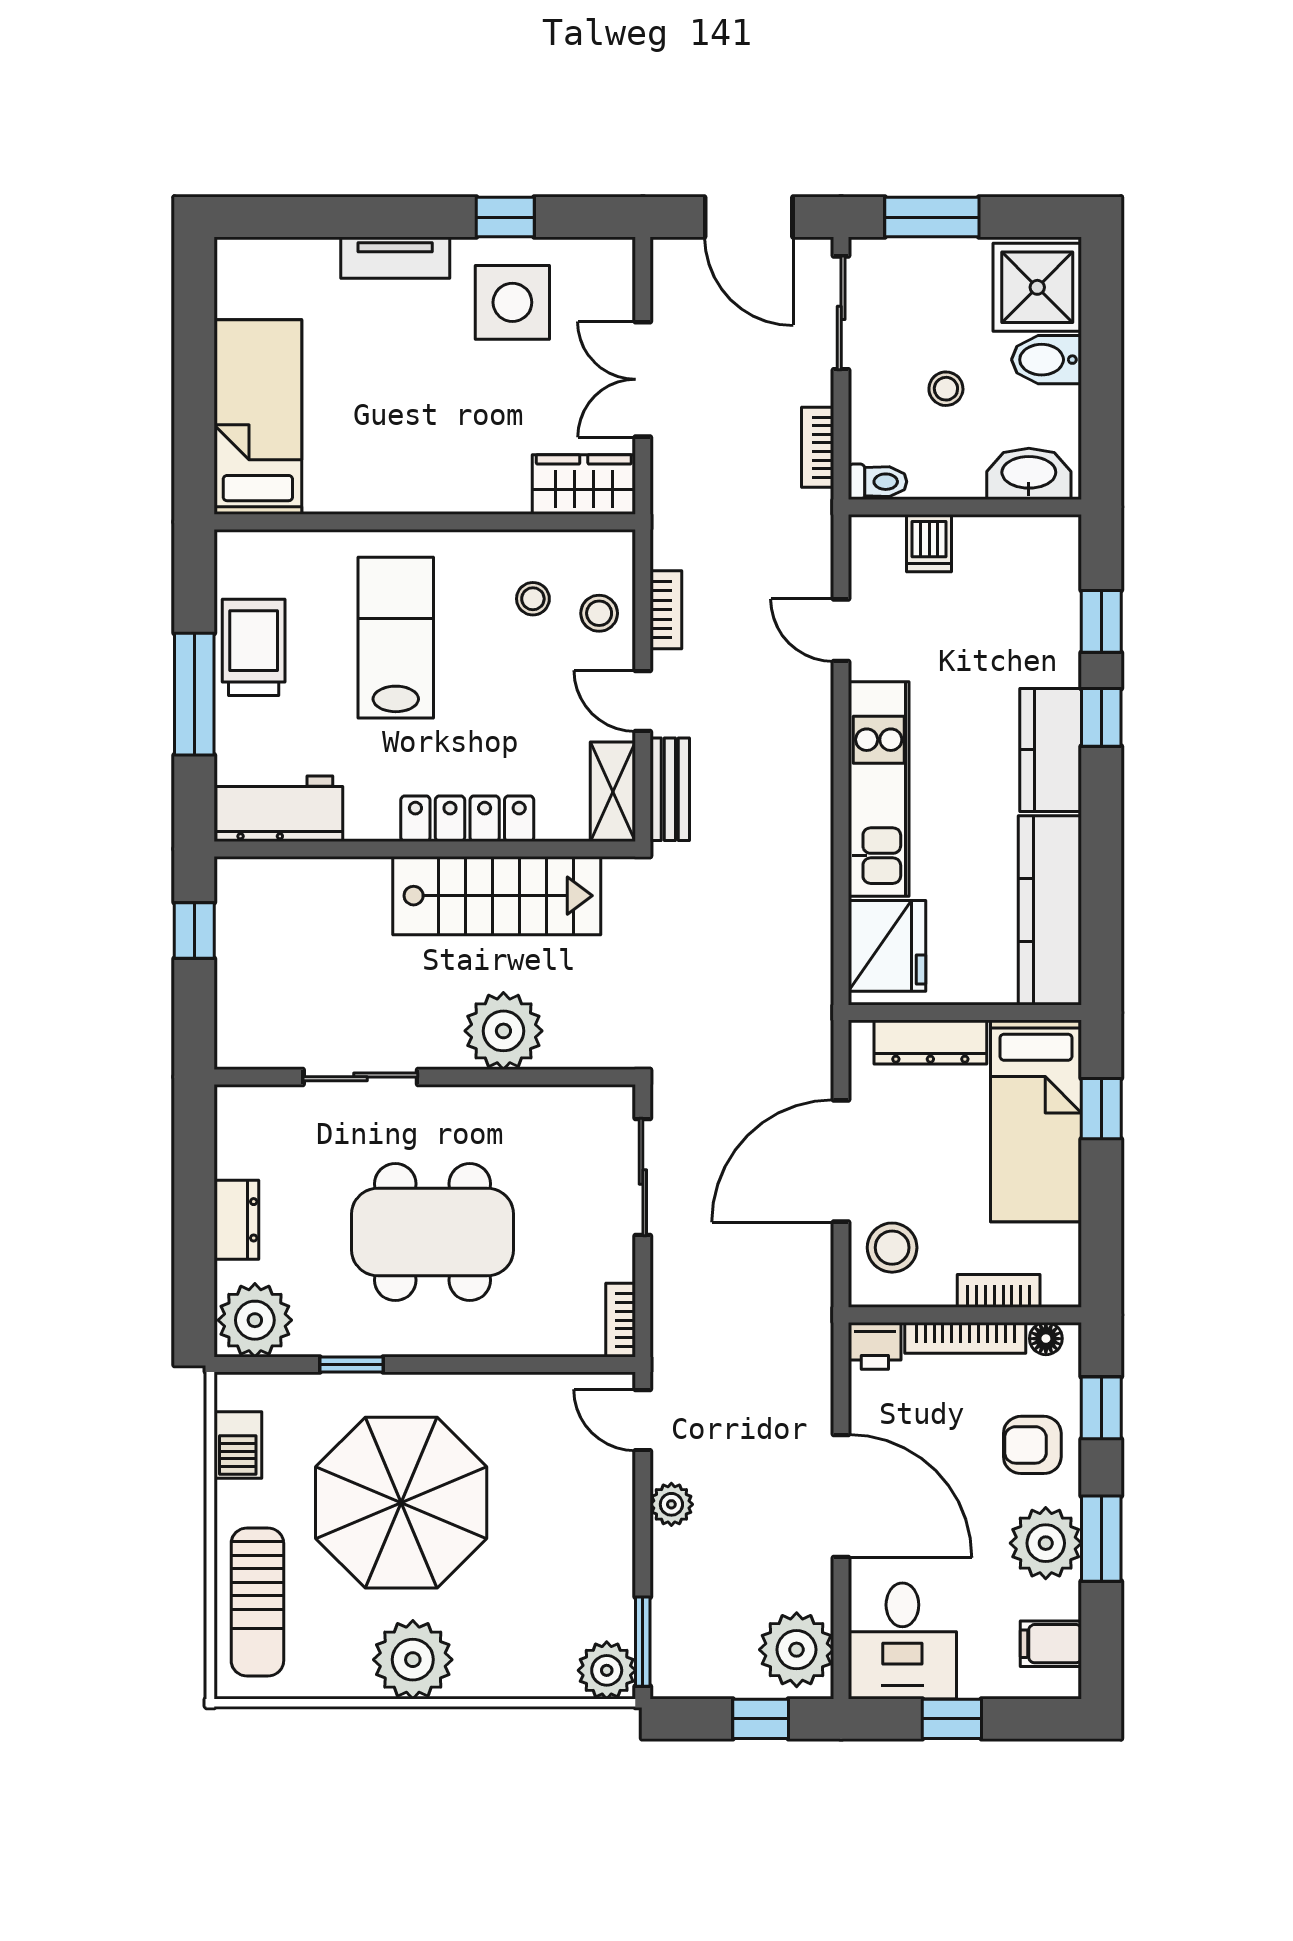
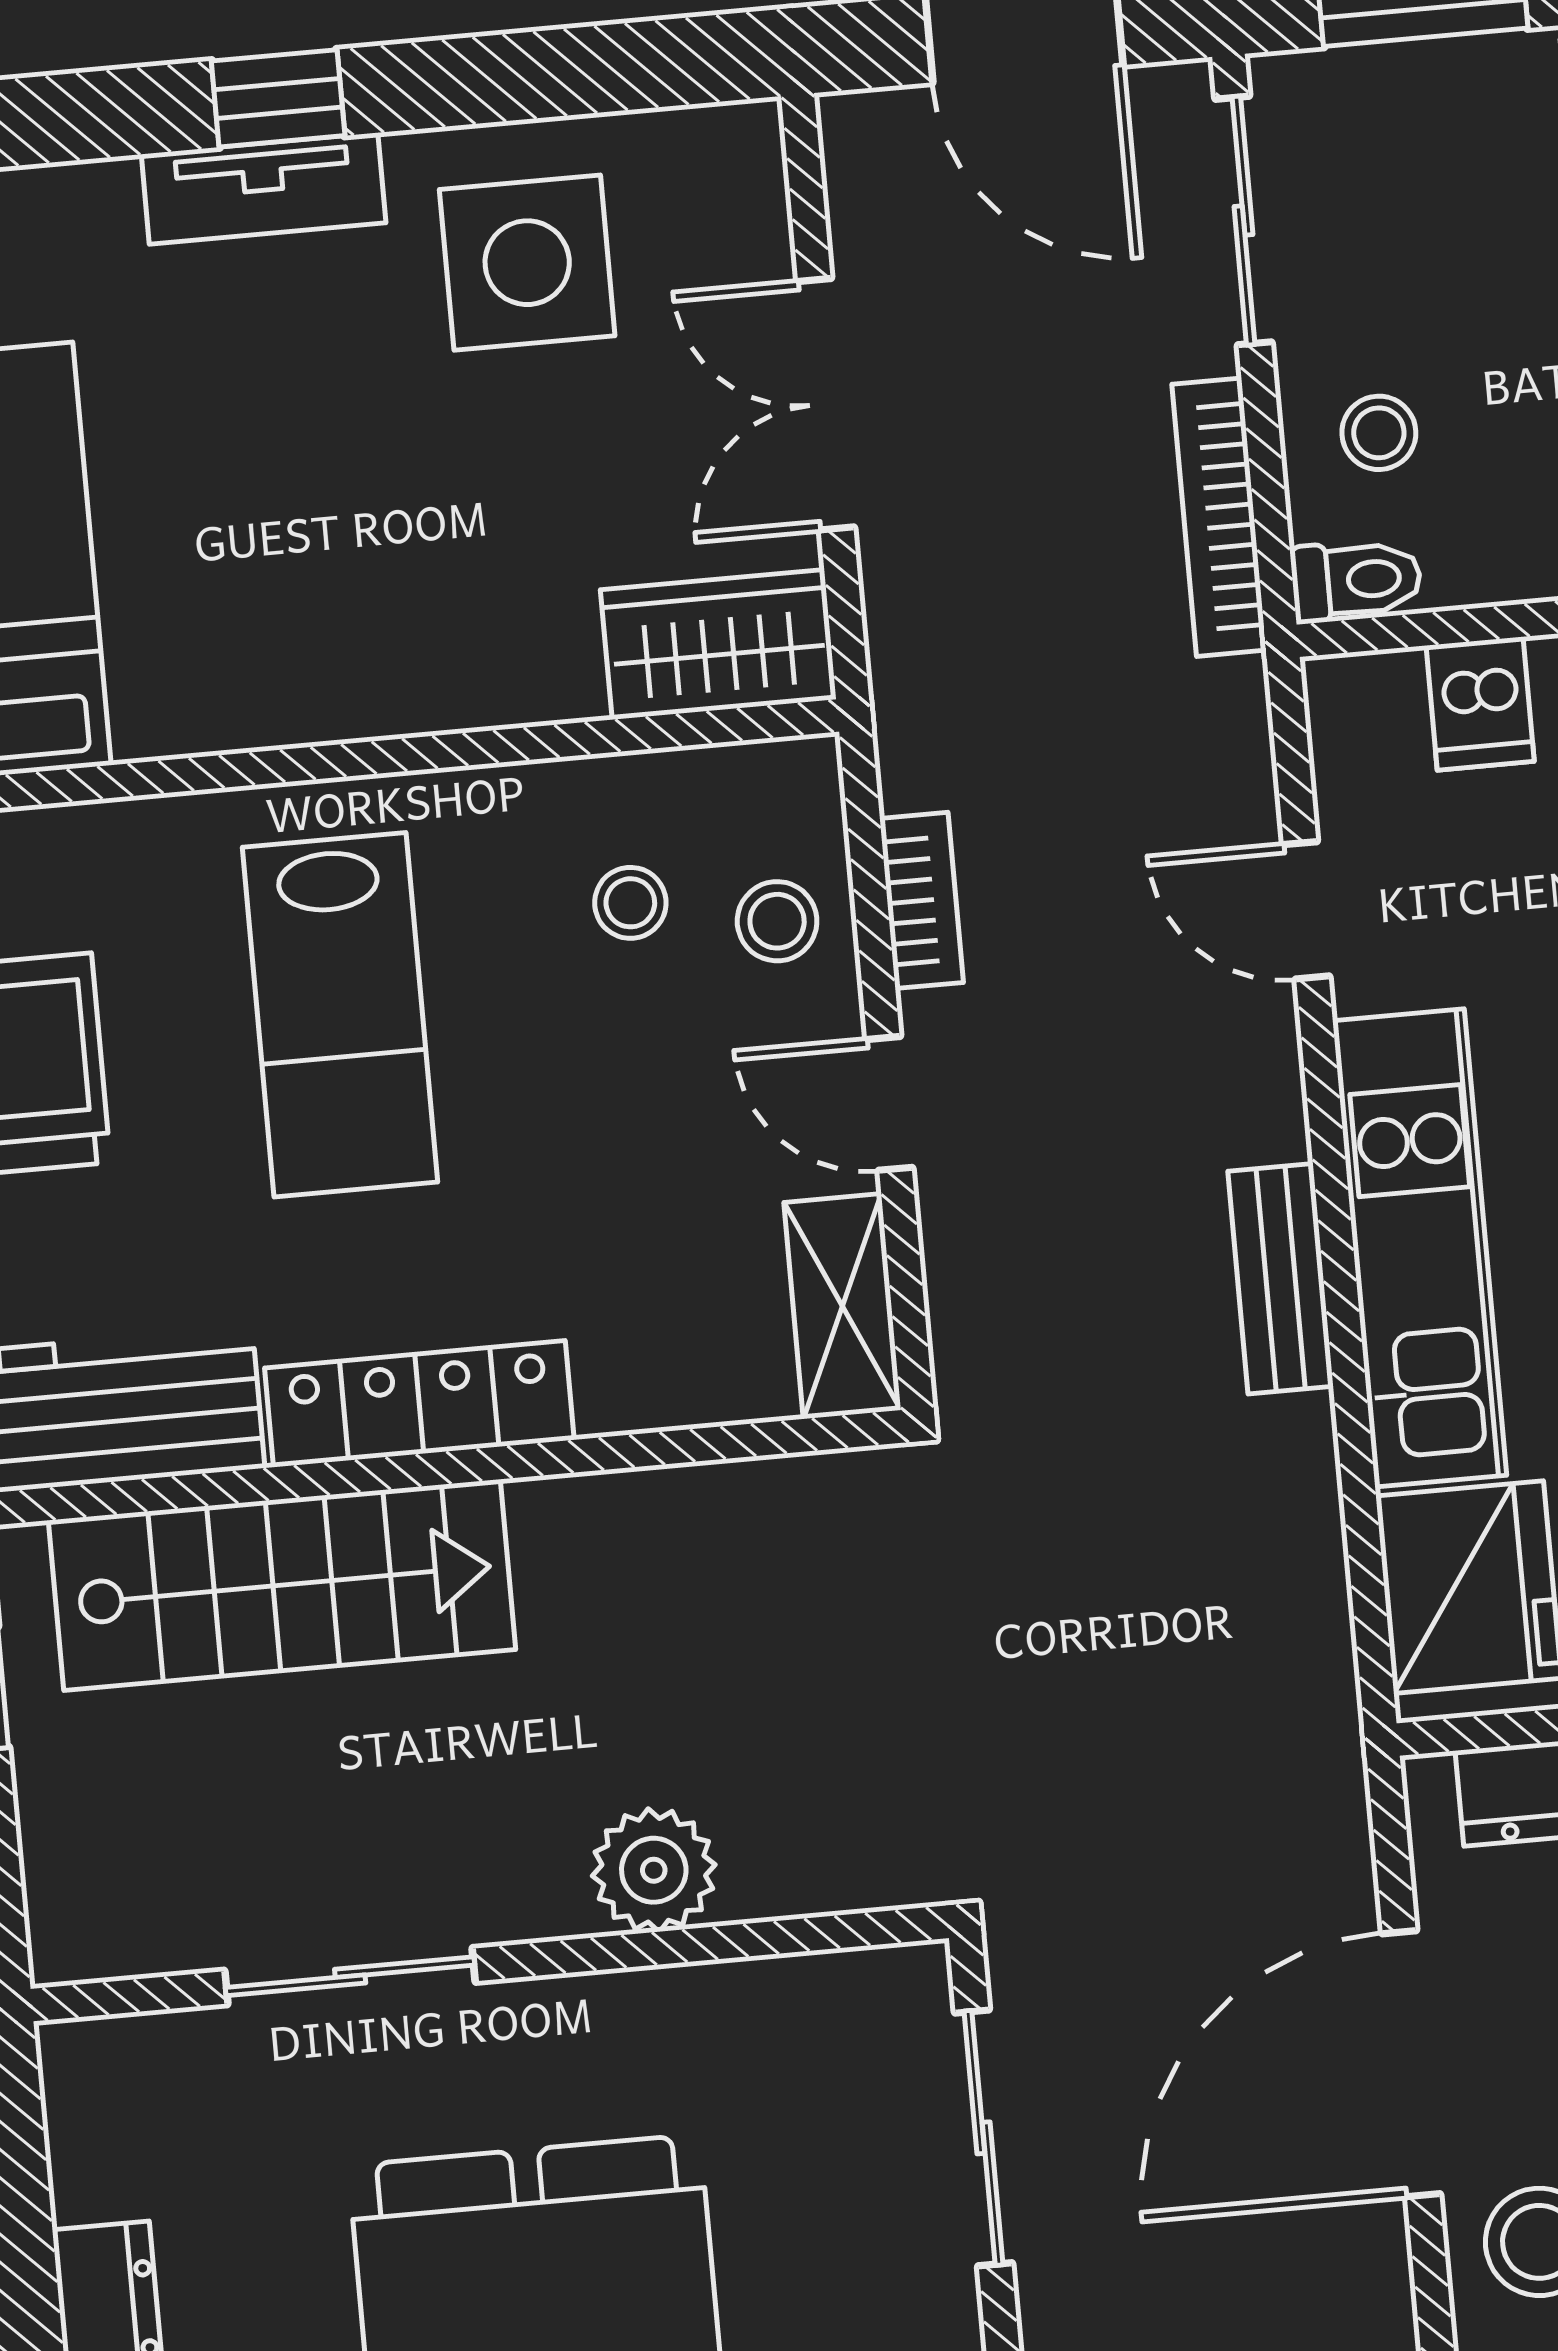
window: (505, 217) -> (278, 98), moved
stool: (946, 389) -> (1379, 433), moved
bookcase: (818, 447) -> (1219, 517), width x1.56
lab bench: (396, 638) -> (340, 1015), turned 180
bench: (670, 789) -> (1281, 1279), moved
locker: (467, 819) -> (419, 1404), moved
stairs: (497, 896) -> (282, 1585), moved
plant: (503, 1031) -> (654, 1870), width x0.73, depth x0.73

